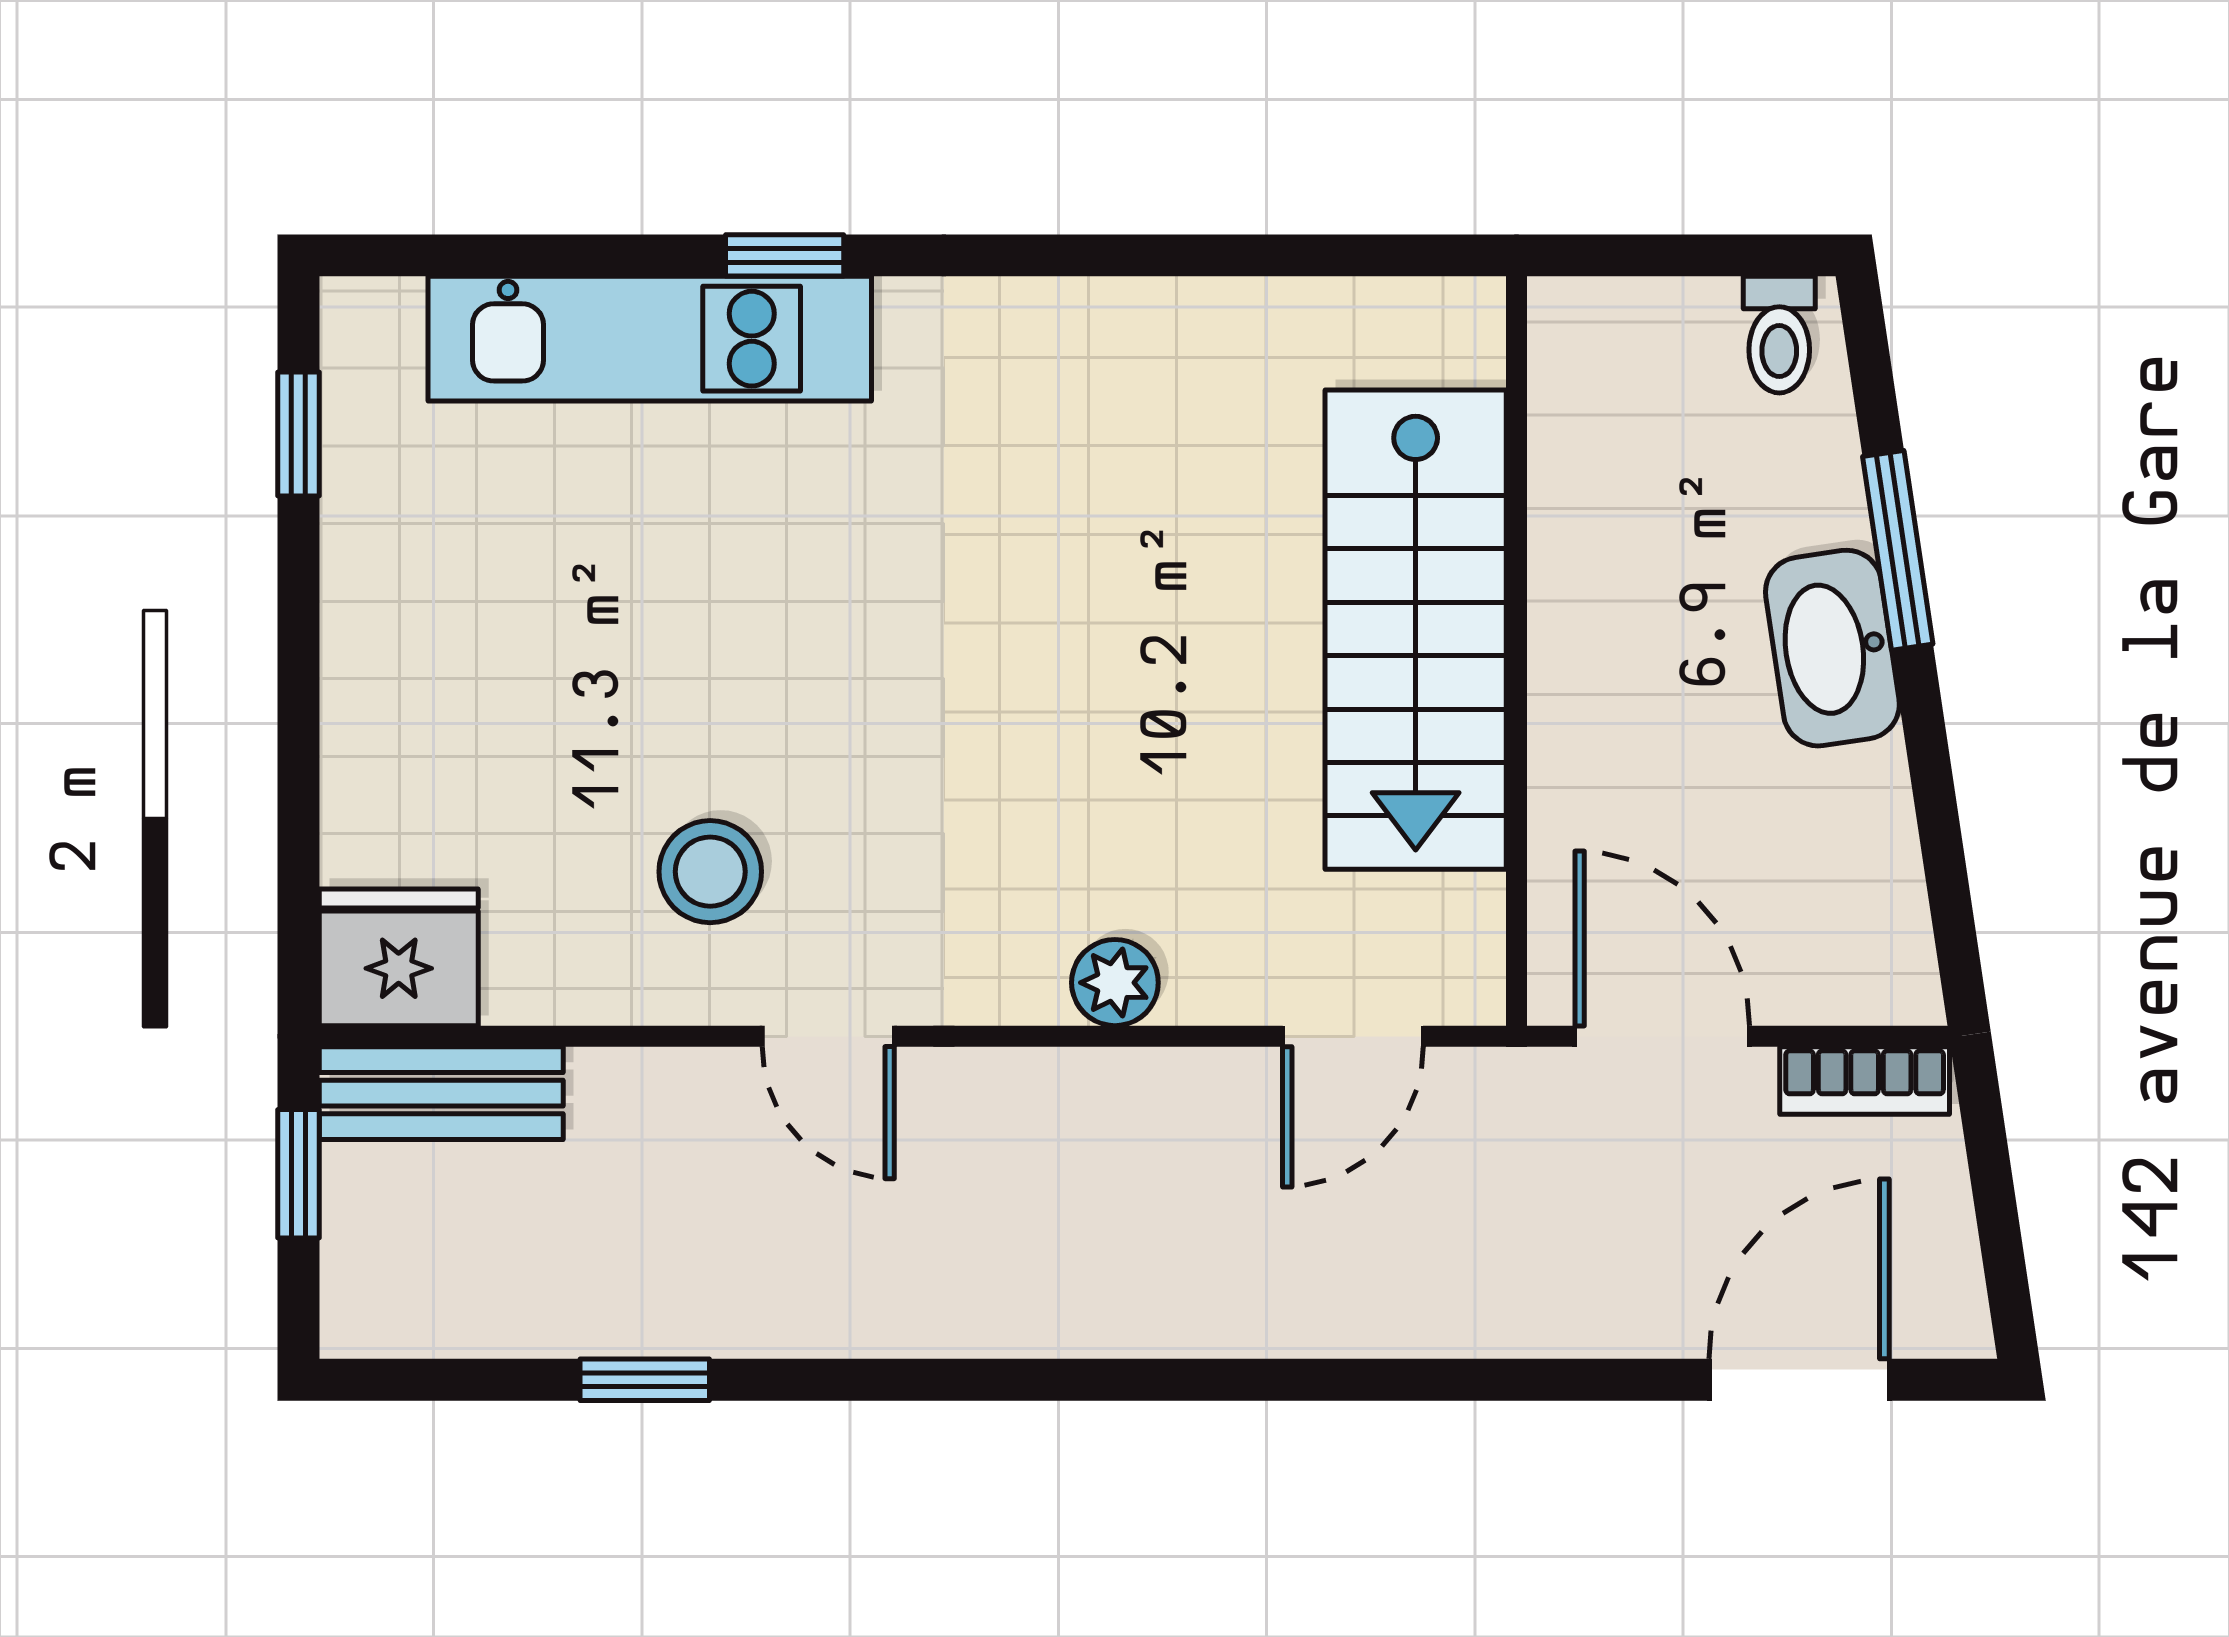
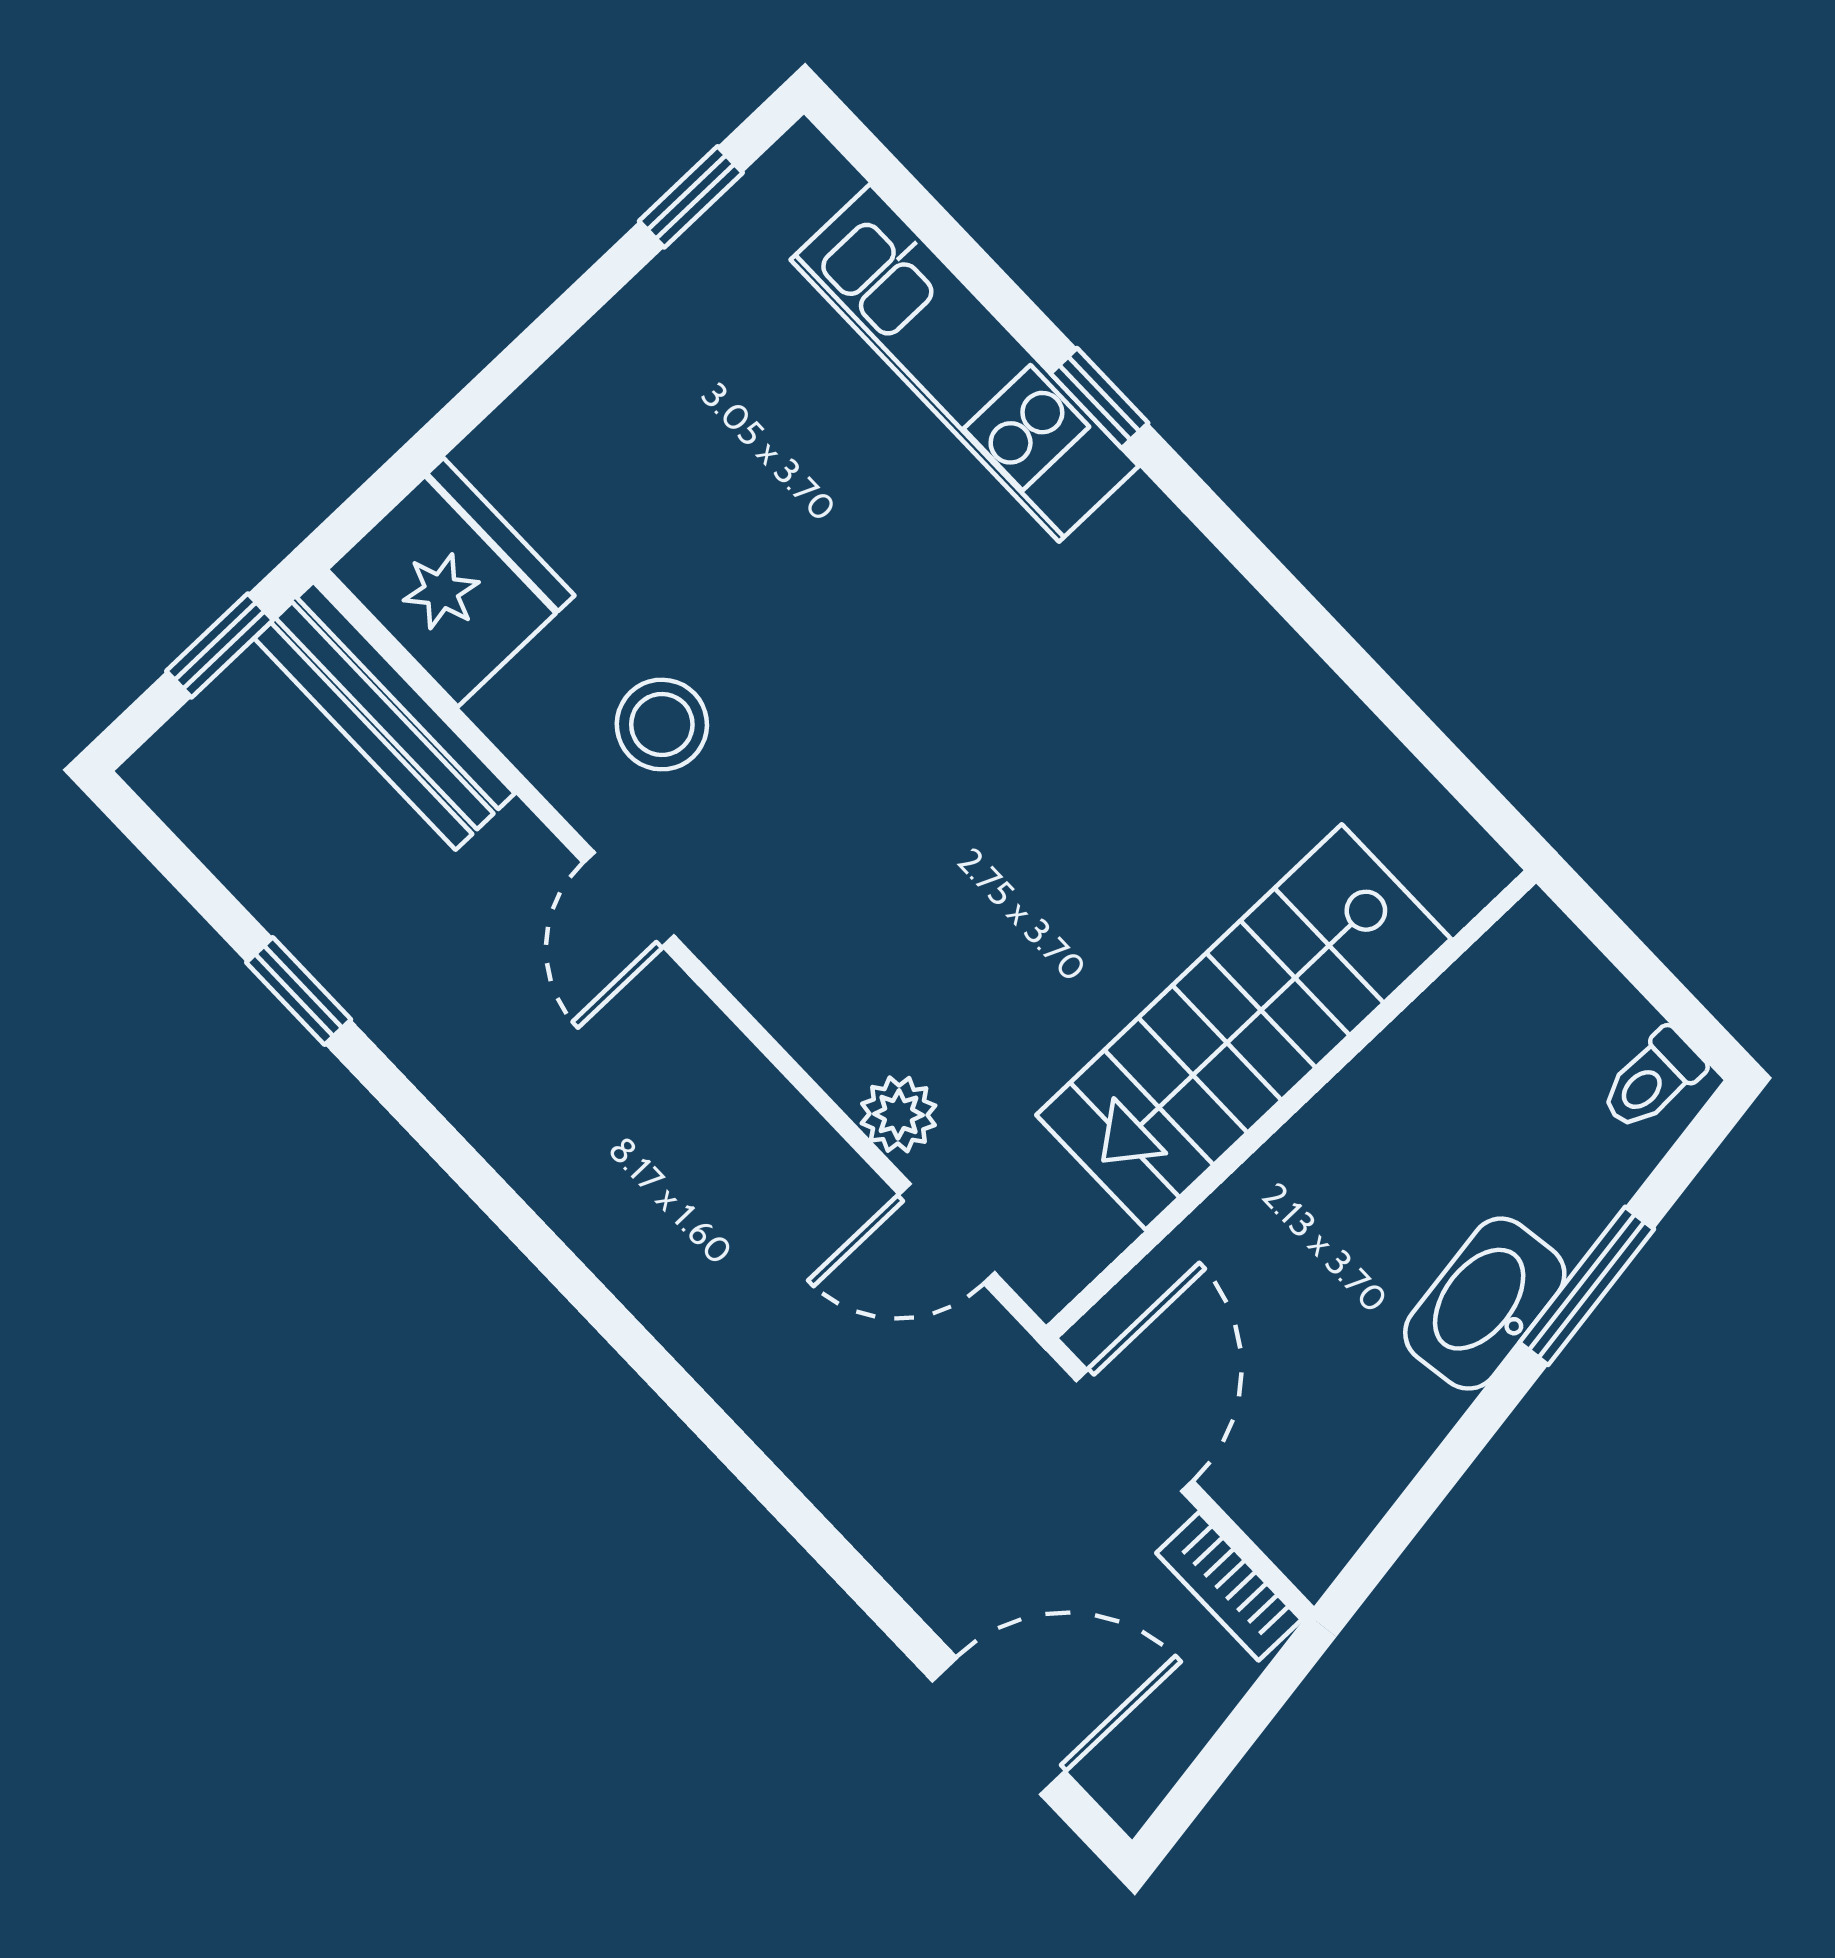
fridge: (399, 957) -> (451, 582), width x1.36, depth x1.34
plant: (1115, 983) -> (898, 1114), moved
bench: (441, 1093) -> (385, 716), width x1.36

